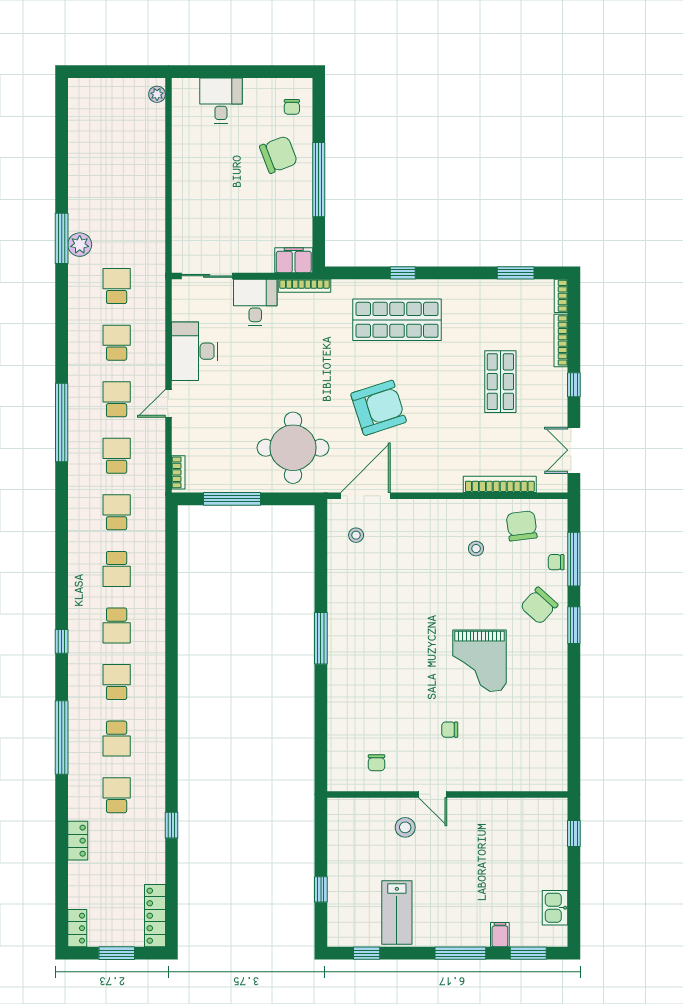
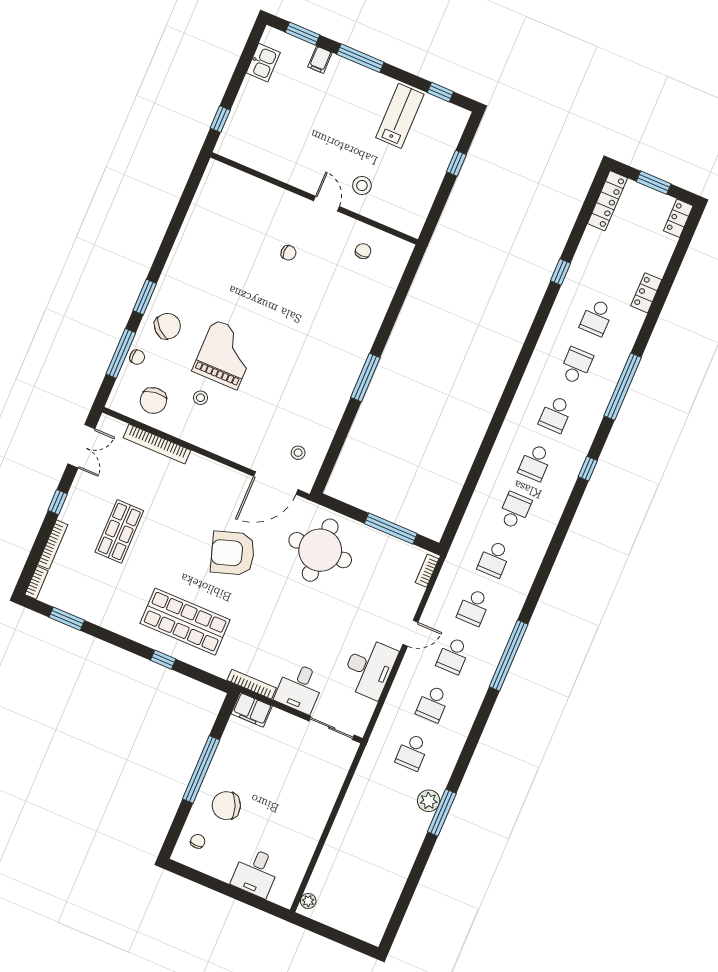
school desk: (117, 625) -> (535, 462), turned 180
grand piano: (479, 661) -> (225, 354), moved

